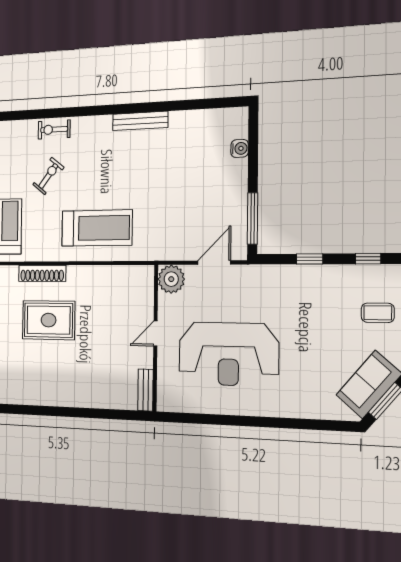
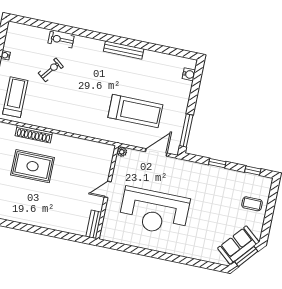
water cooler: (240, 148) -> (189, 74), moved
treadmill: (97, 228) -> (135, 111), moved
plant: (171, 279) -> (122, 152), width x0.53, depth x0.53

